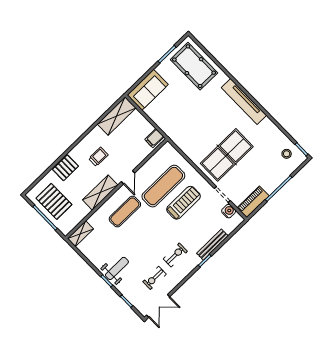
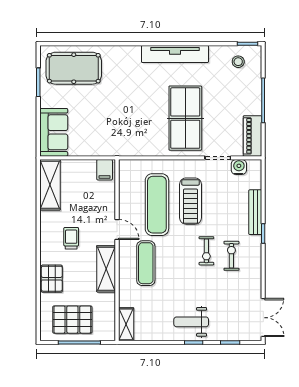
tv unit: (244, 101) -> (175, 54), moved
treadmill: (184, 203) -> (191, 201), turned 180
weight bench: (117, 268) -> (191, 322), turned -90
exercise bike: (155, 278) -> (206, 251), moved

